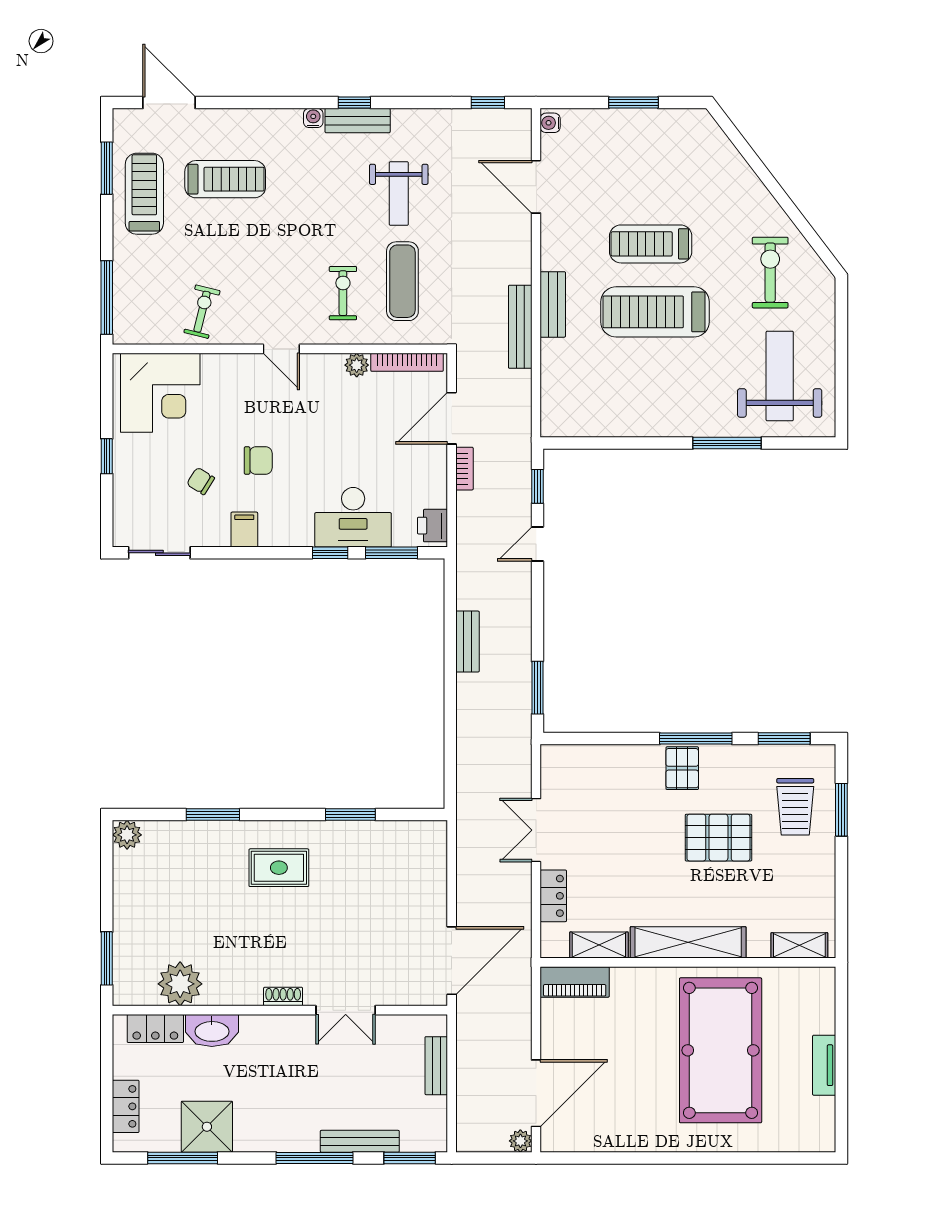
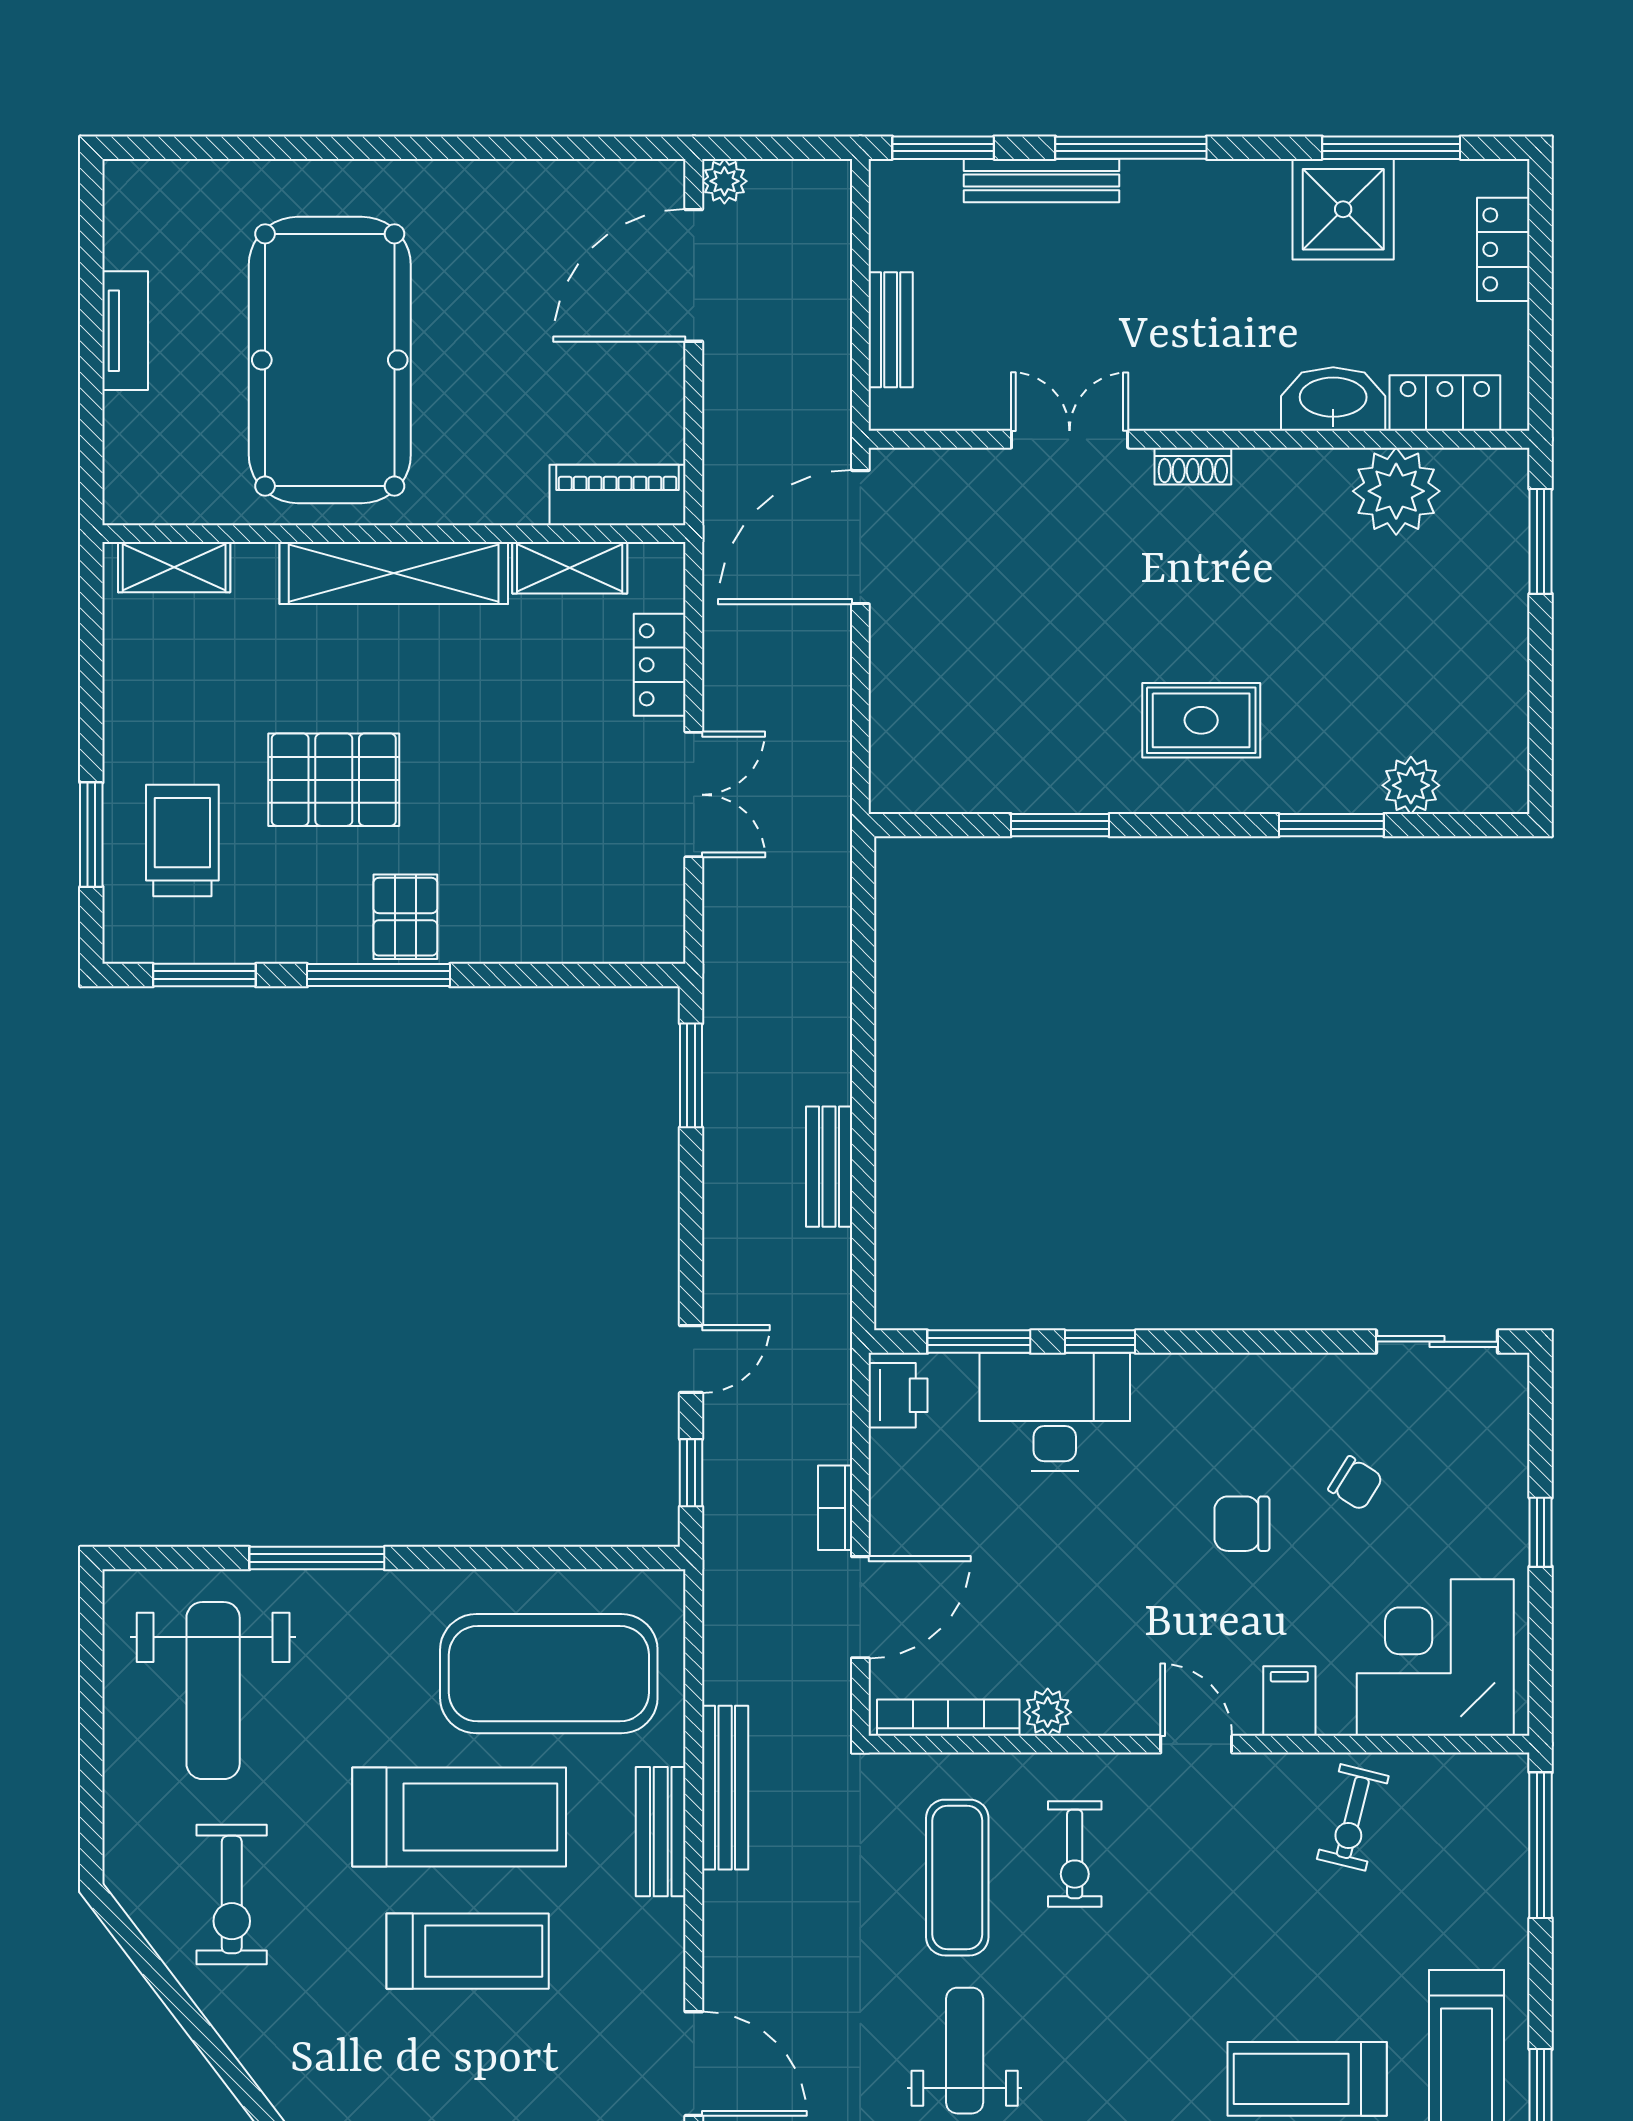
exercise mat: (609, 385) -> (549, 1674), added
filing cabinet: (244, 530) -> (1289, 1701), moved, turned 180
plant: (127, 835) -> (1411, 785), moved

